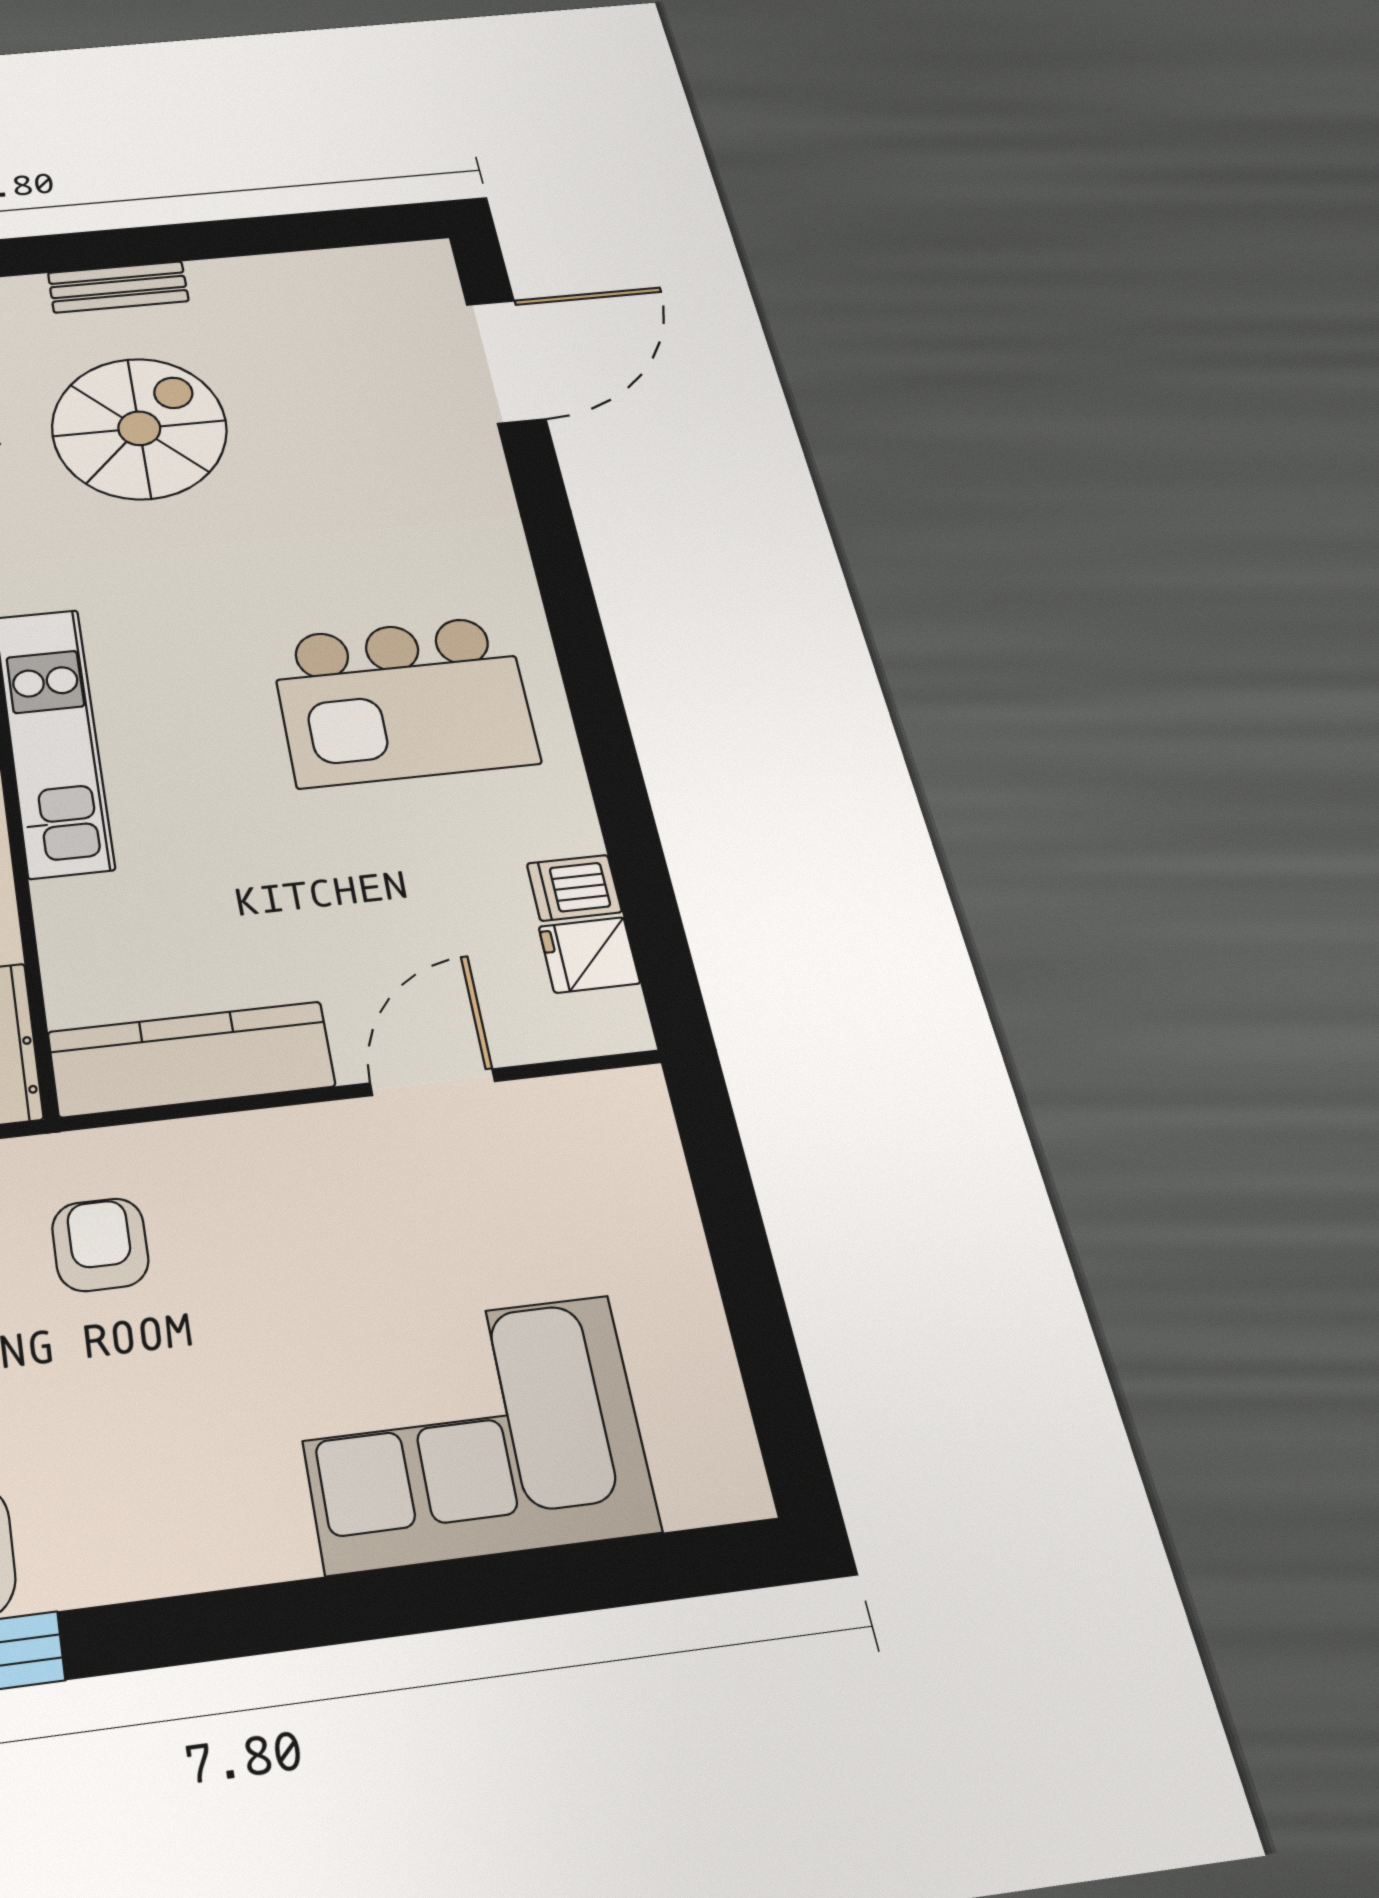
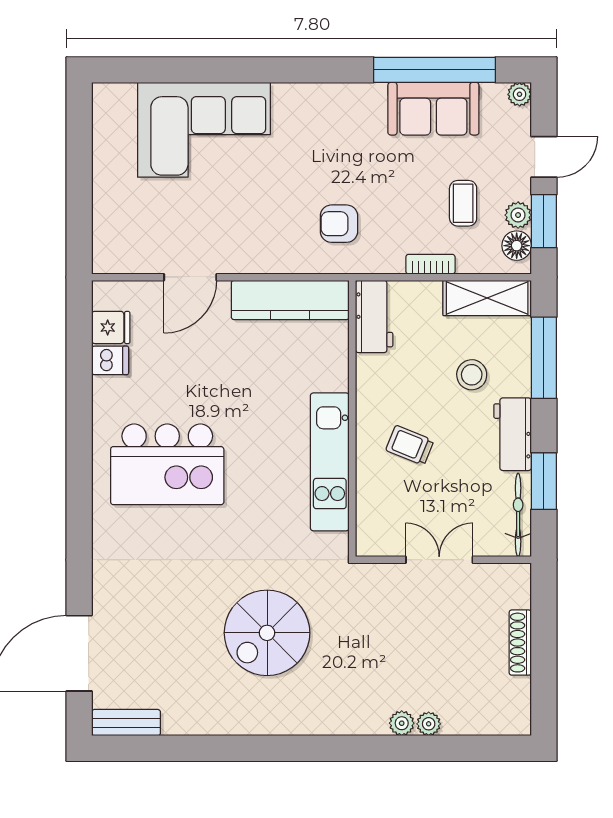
bench: (118, 287) -> (126, 723), moved
kitchen island: (403, 701) -> (167, 464), turned 180
armchair: (100, 1245) -> (339, 224), turned 90

